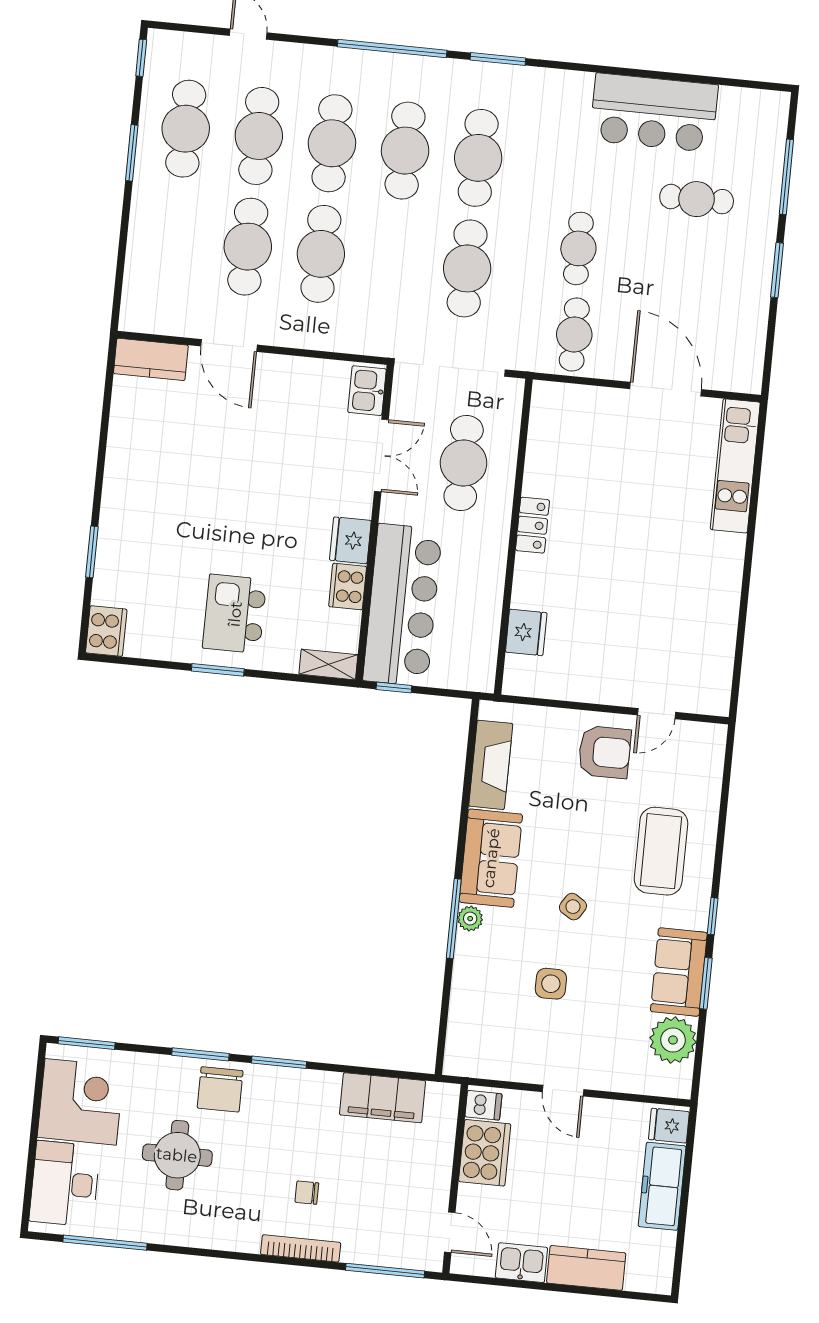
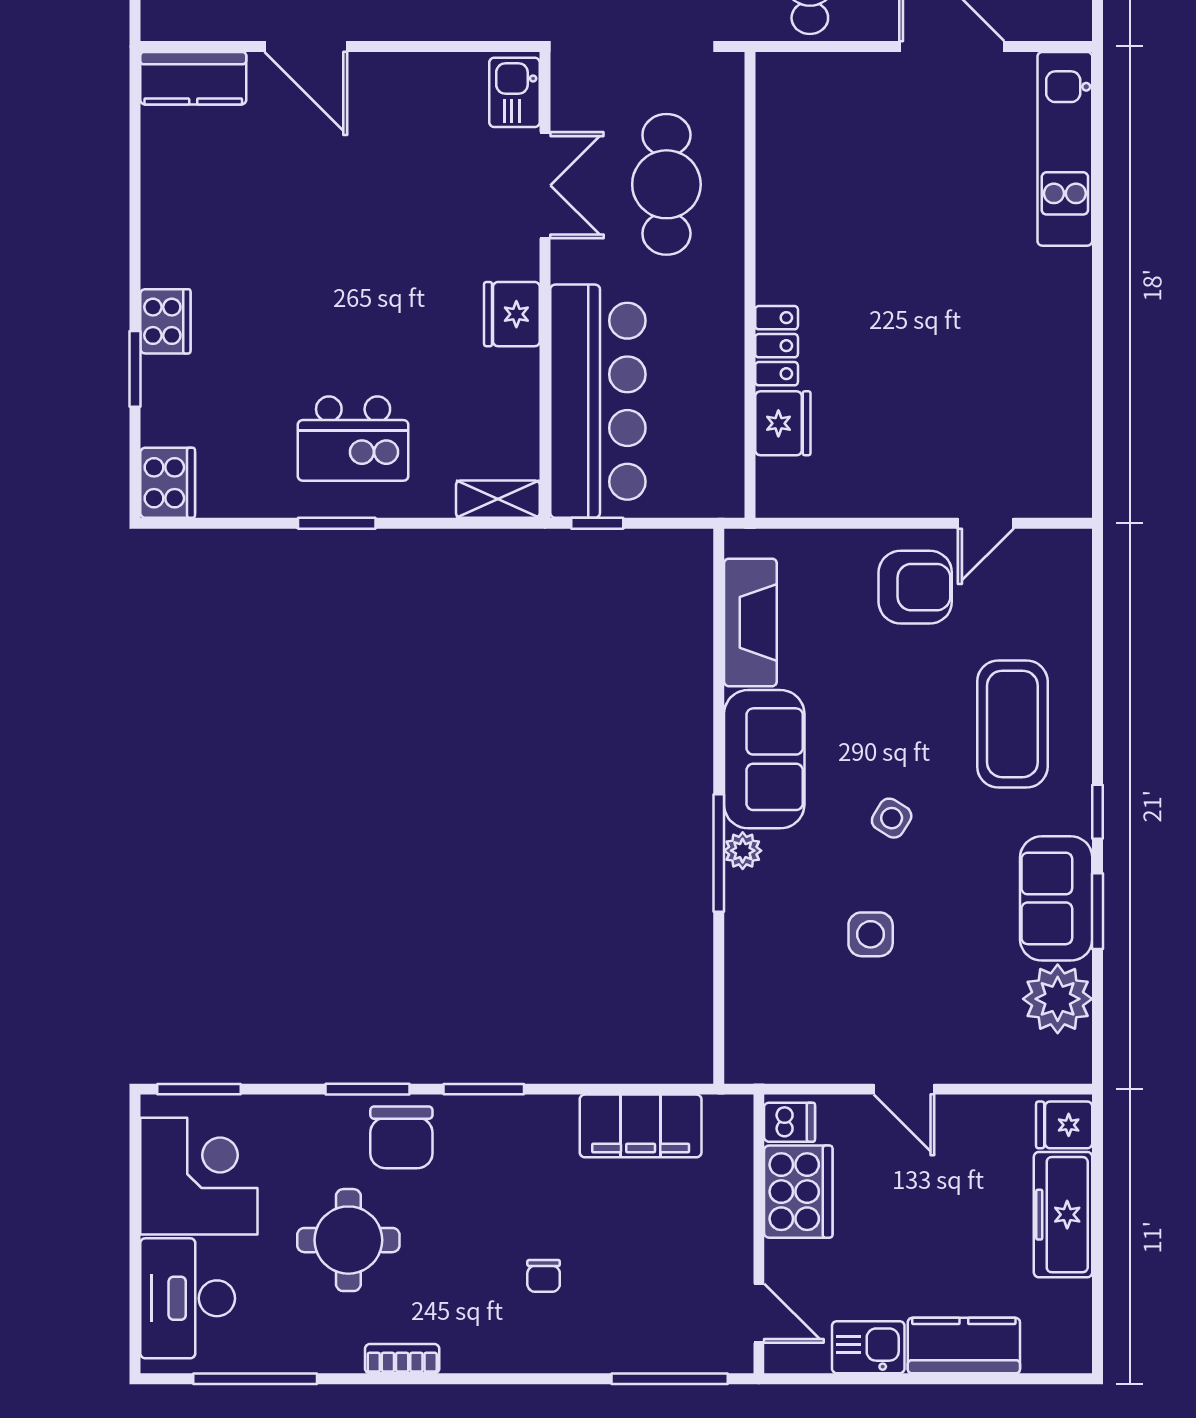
locker: (532, 525) -> (777, 346), moved
cooker: (348, 586) -> (165, 321), moved, turned 180
kitchen island: (235, 614) -> (353, 439), turned -90
chair: (307, 1193) -> (544, 1276), turned -90
bookcase: (301, 1248) -> (402, 1359), moved, width x0.64

